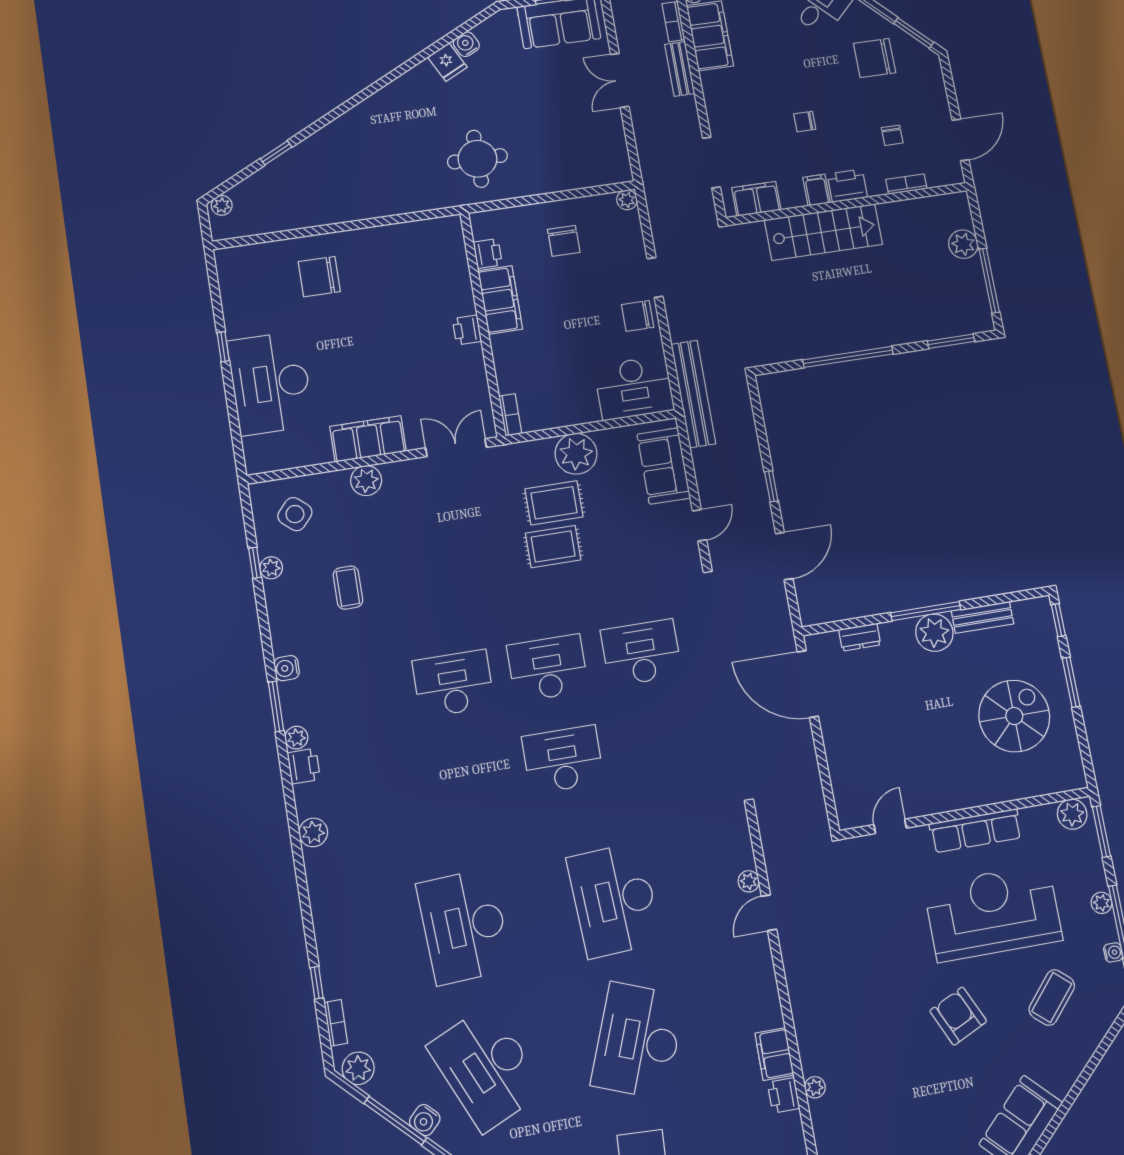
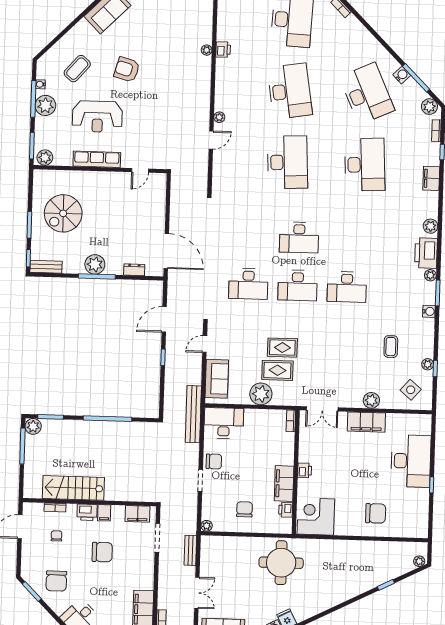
chair: (875, 58) -> (56, 581), turned 90
bench: (680, 69) -> (190, 550), moved
chair: (805, 122) -> (102, 552), width x1.87, depth x1.87
round table: (477, 159) -> (281, 563), width x1.36, depth x1.36
stairs: (823, 232) -> (73, 488), moved
plant: (963, 244) -> (33, 426), moved
corner desk: (430, 251) -> (316, 517), added
bench: (982, 617) -> (46, 267), moved
printer: (304, 766) -> (426, 253), width x1.87, depth x1.48
plant: (749, 881) -> (219, 117), moved
plant: (1101, 903) -> (45, 105), width x1.87, depth x1.87
reception desk: (993, 913) -> (97, 117), width x0.74, depth x0.77
armchair: (958, 1016) -> (127, 69), turned 131
desk: (638, 1041) -> (290, 91), turned -30
filing cabinet: (774, 1054) -> (431, 178), moved, turned 180

